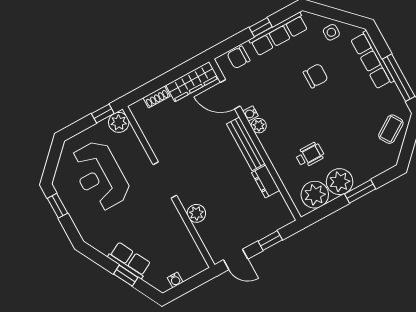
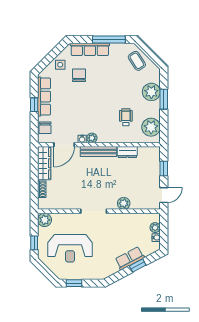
chair: (316, 76) -> (79, 75), moved
window: (103, 114) -> (34, 243), moved
plant: (340, 182) -> (151, 92), moved
plant: (187, 271) -> (155, 228), added

